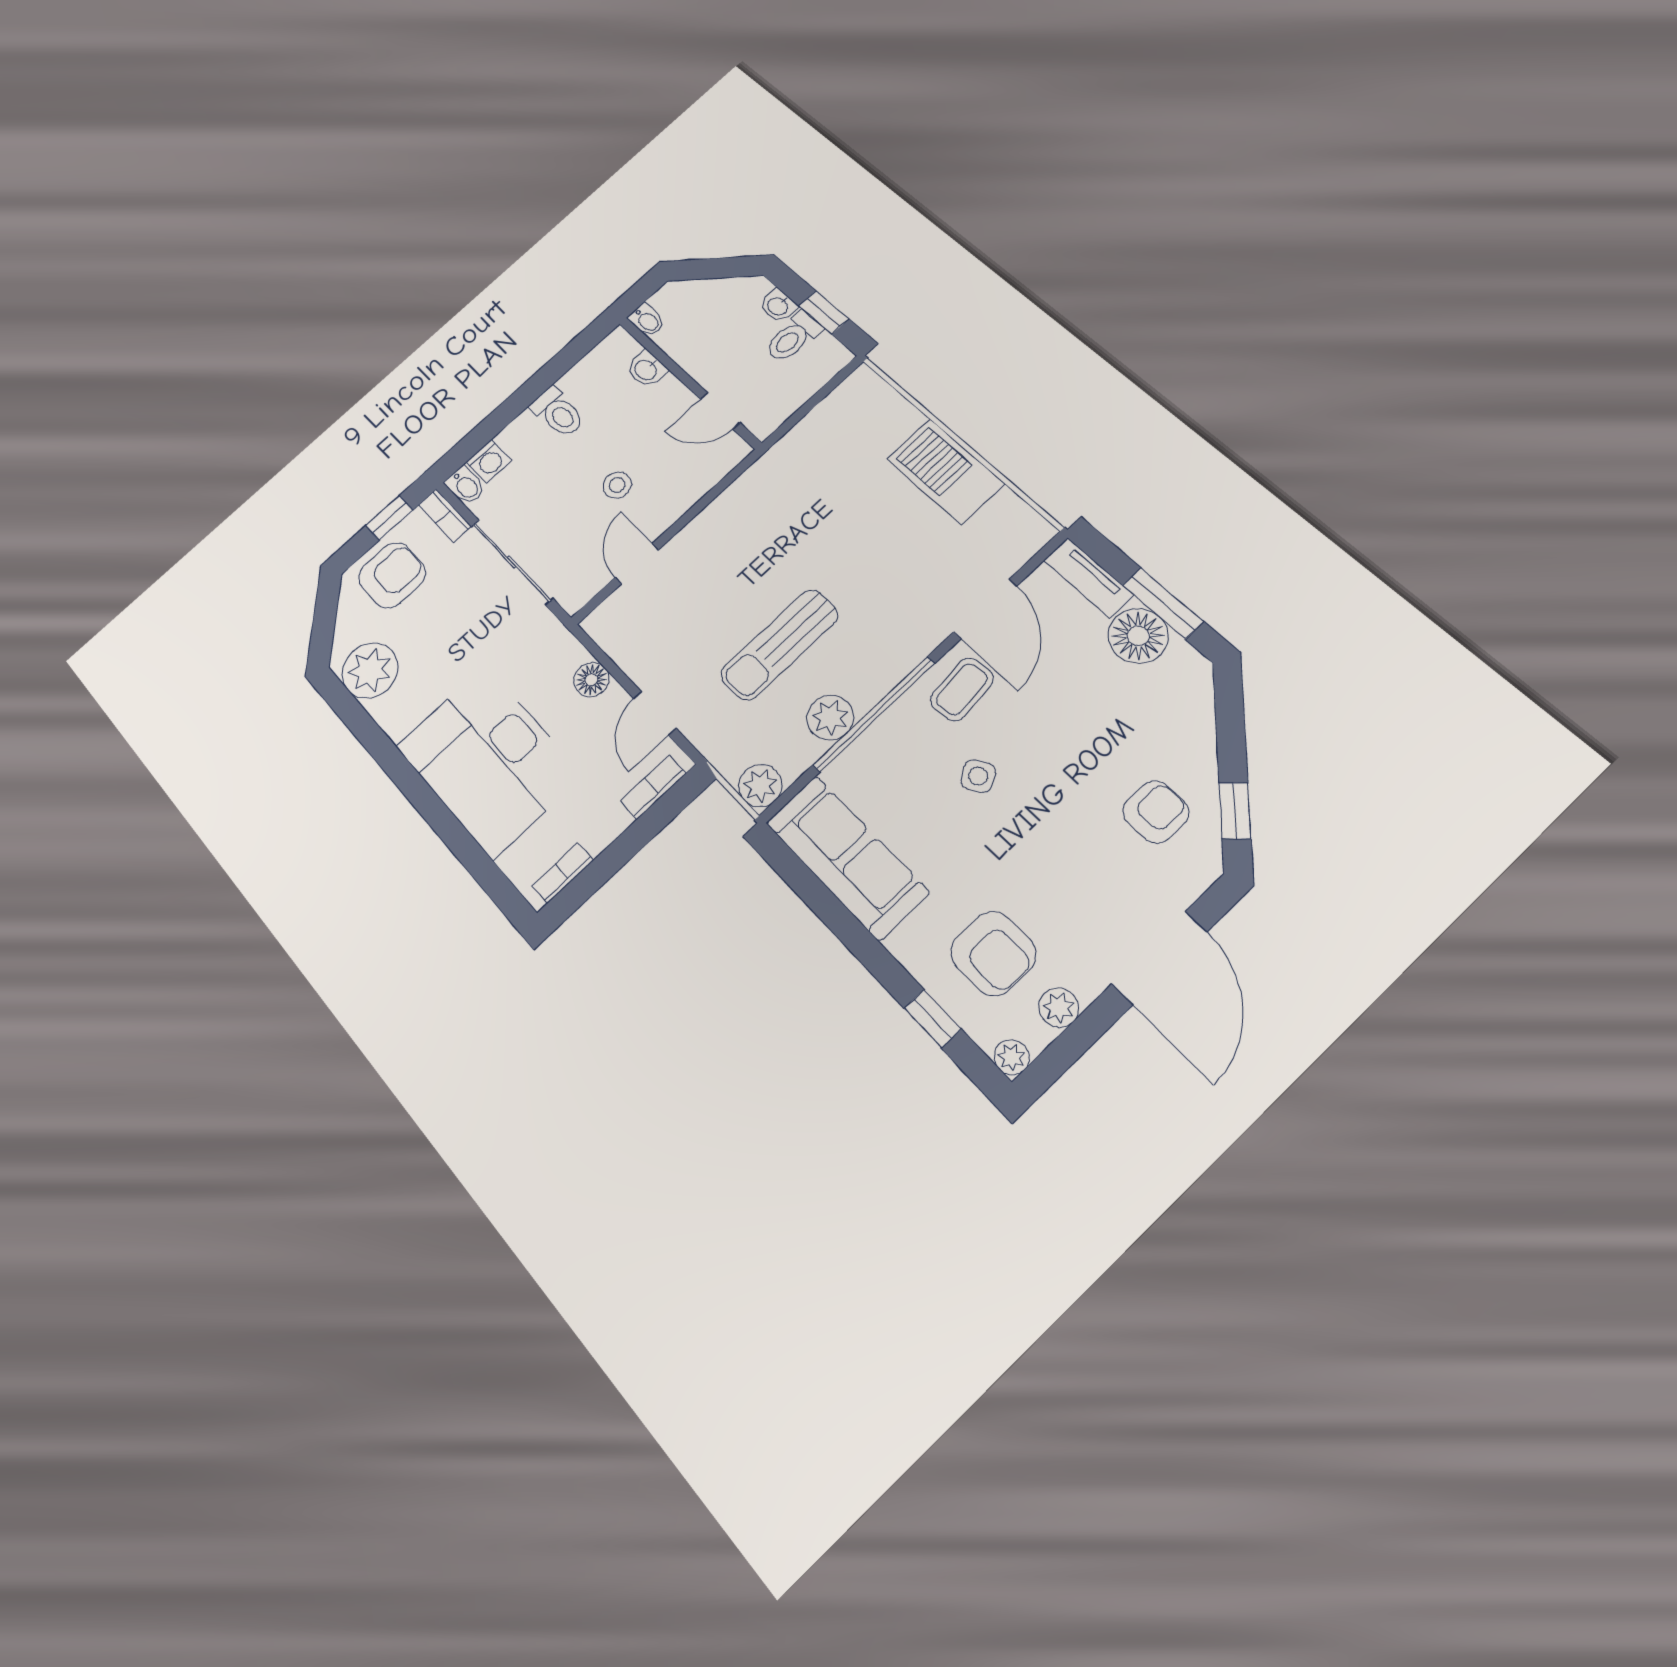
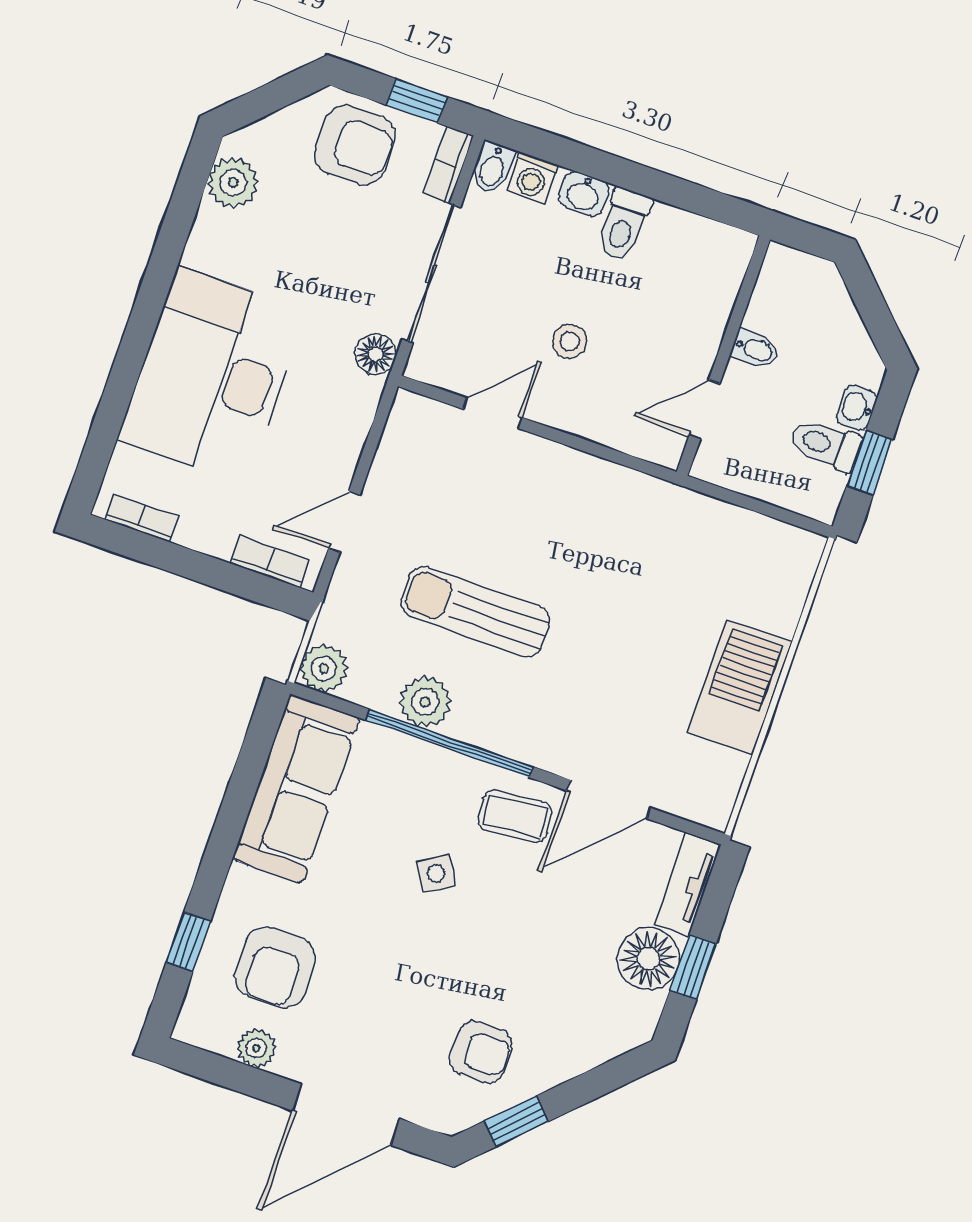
bidet: (647, 320) -> (755, 349), moved, turned -90
washbasin: (646, 369) -> (584, 194), moved, turned -90
door: (720, 411) -> (705, 409), hinge flipped
window: (1163, 603) -> (693, 967), width x0.67
plant: (370, 670) -> (233, 183), width x0.73, depth x0.73
floor lamp: (591, 680) -> (375, 354), moved
plant: (1012, 1057) -> (191, 1028), removed

